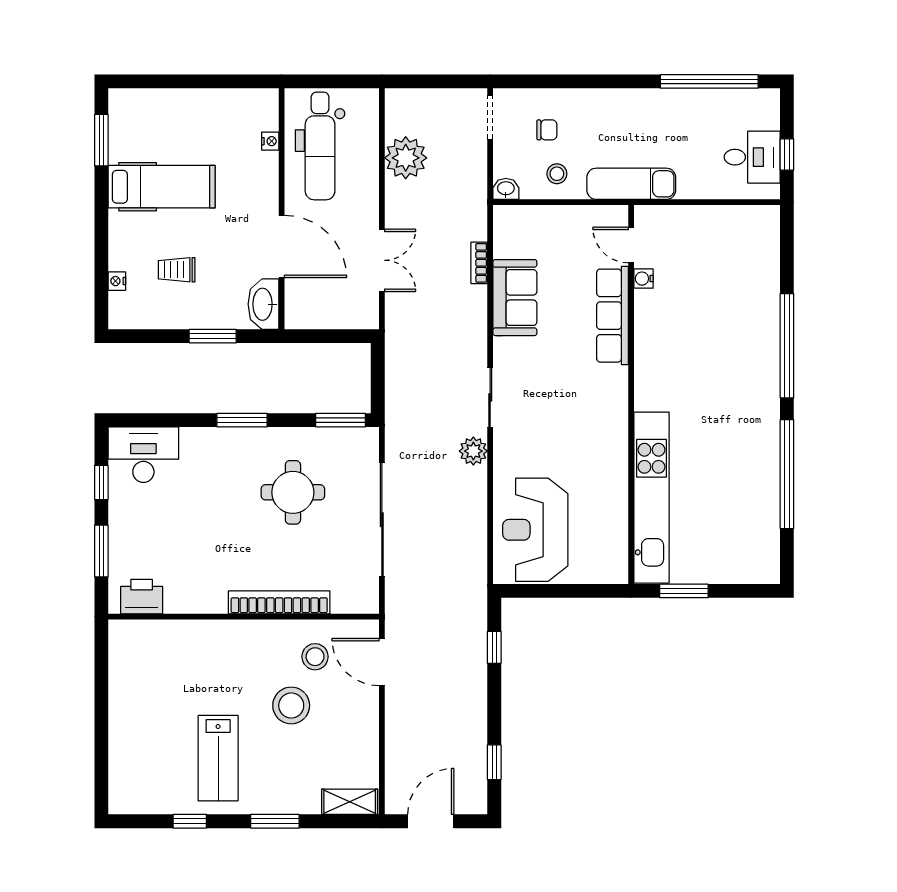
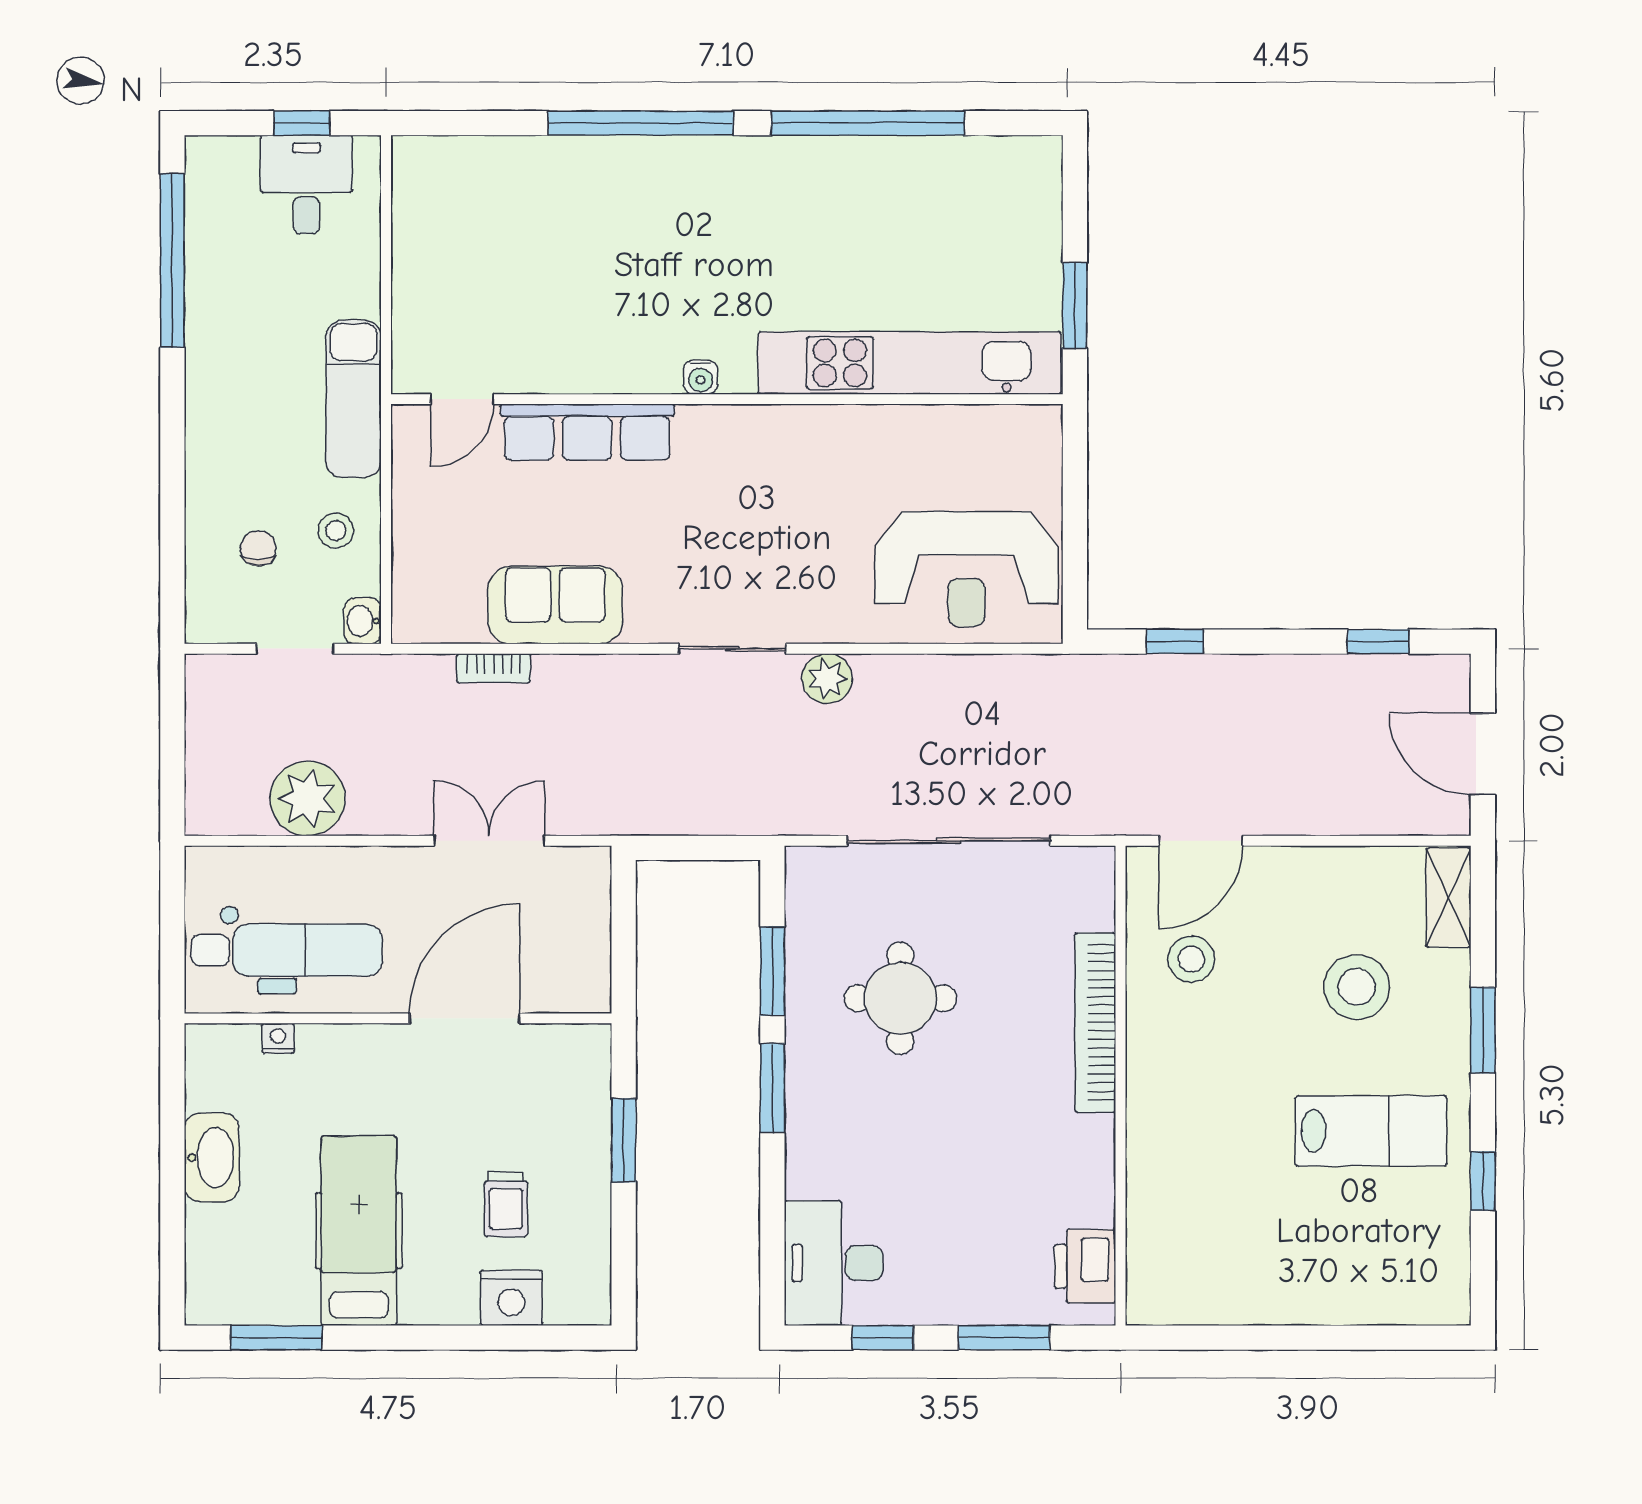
doorway: (490, 117) -> (295, 649), moved
water cooler: (643, 279) -> (701, 377), moved
nightstand: (117, 281) -> (511, 1298), width x1.89, depth x1.79
washbasin: (263, 304) -> (212, 1157), moved, turned -90
window: (341, 420) -> (772, 971), moved
stool: (291, 705) -> (1357, 987), moved

